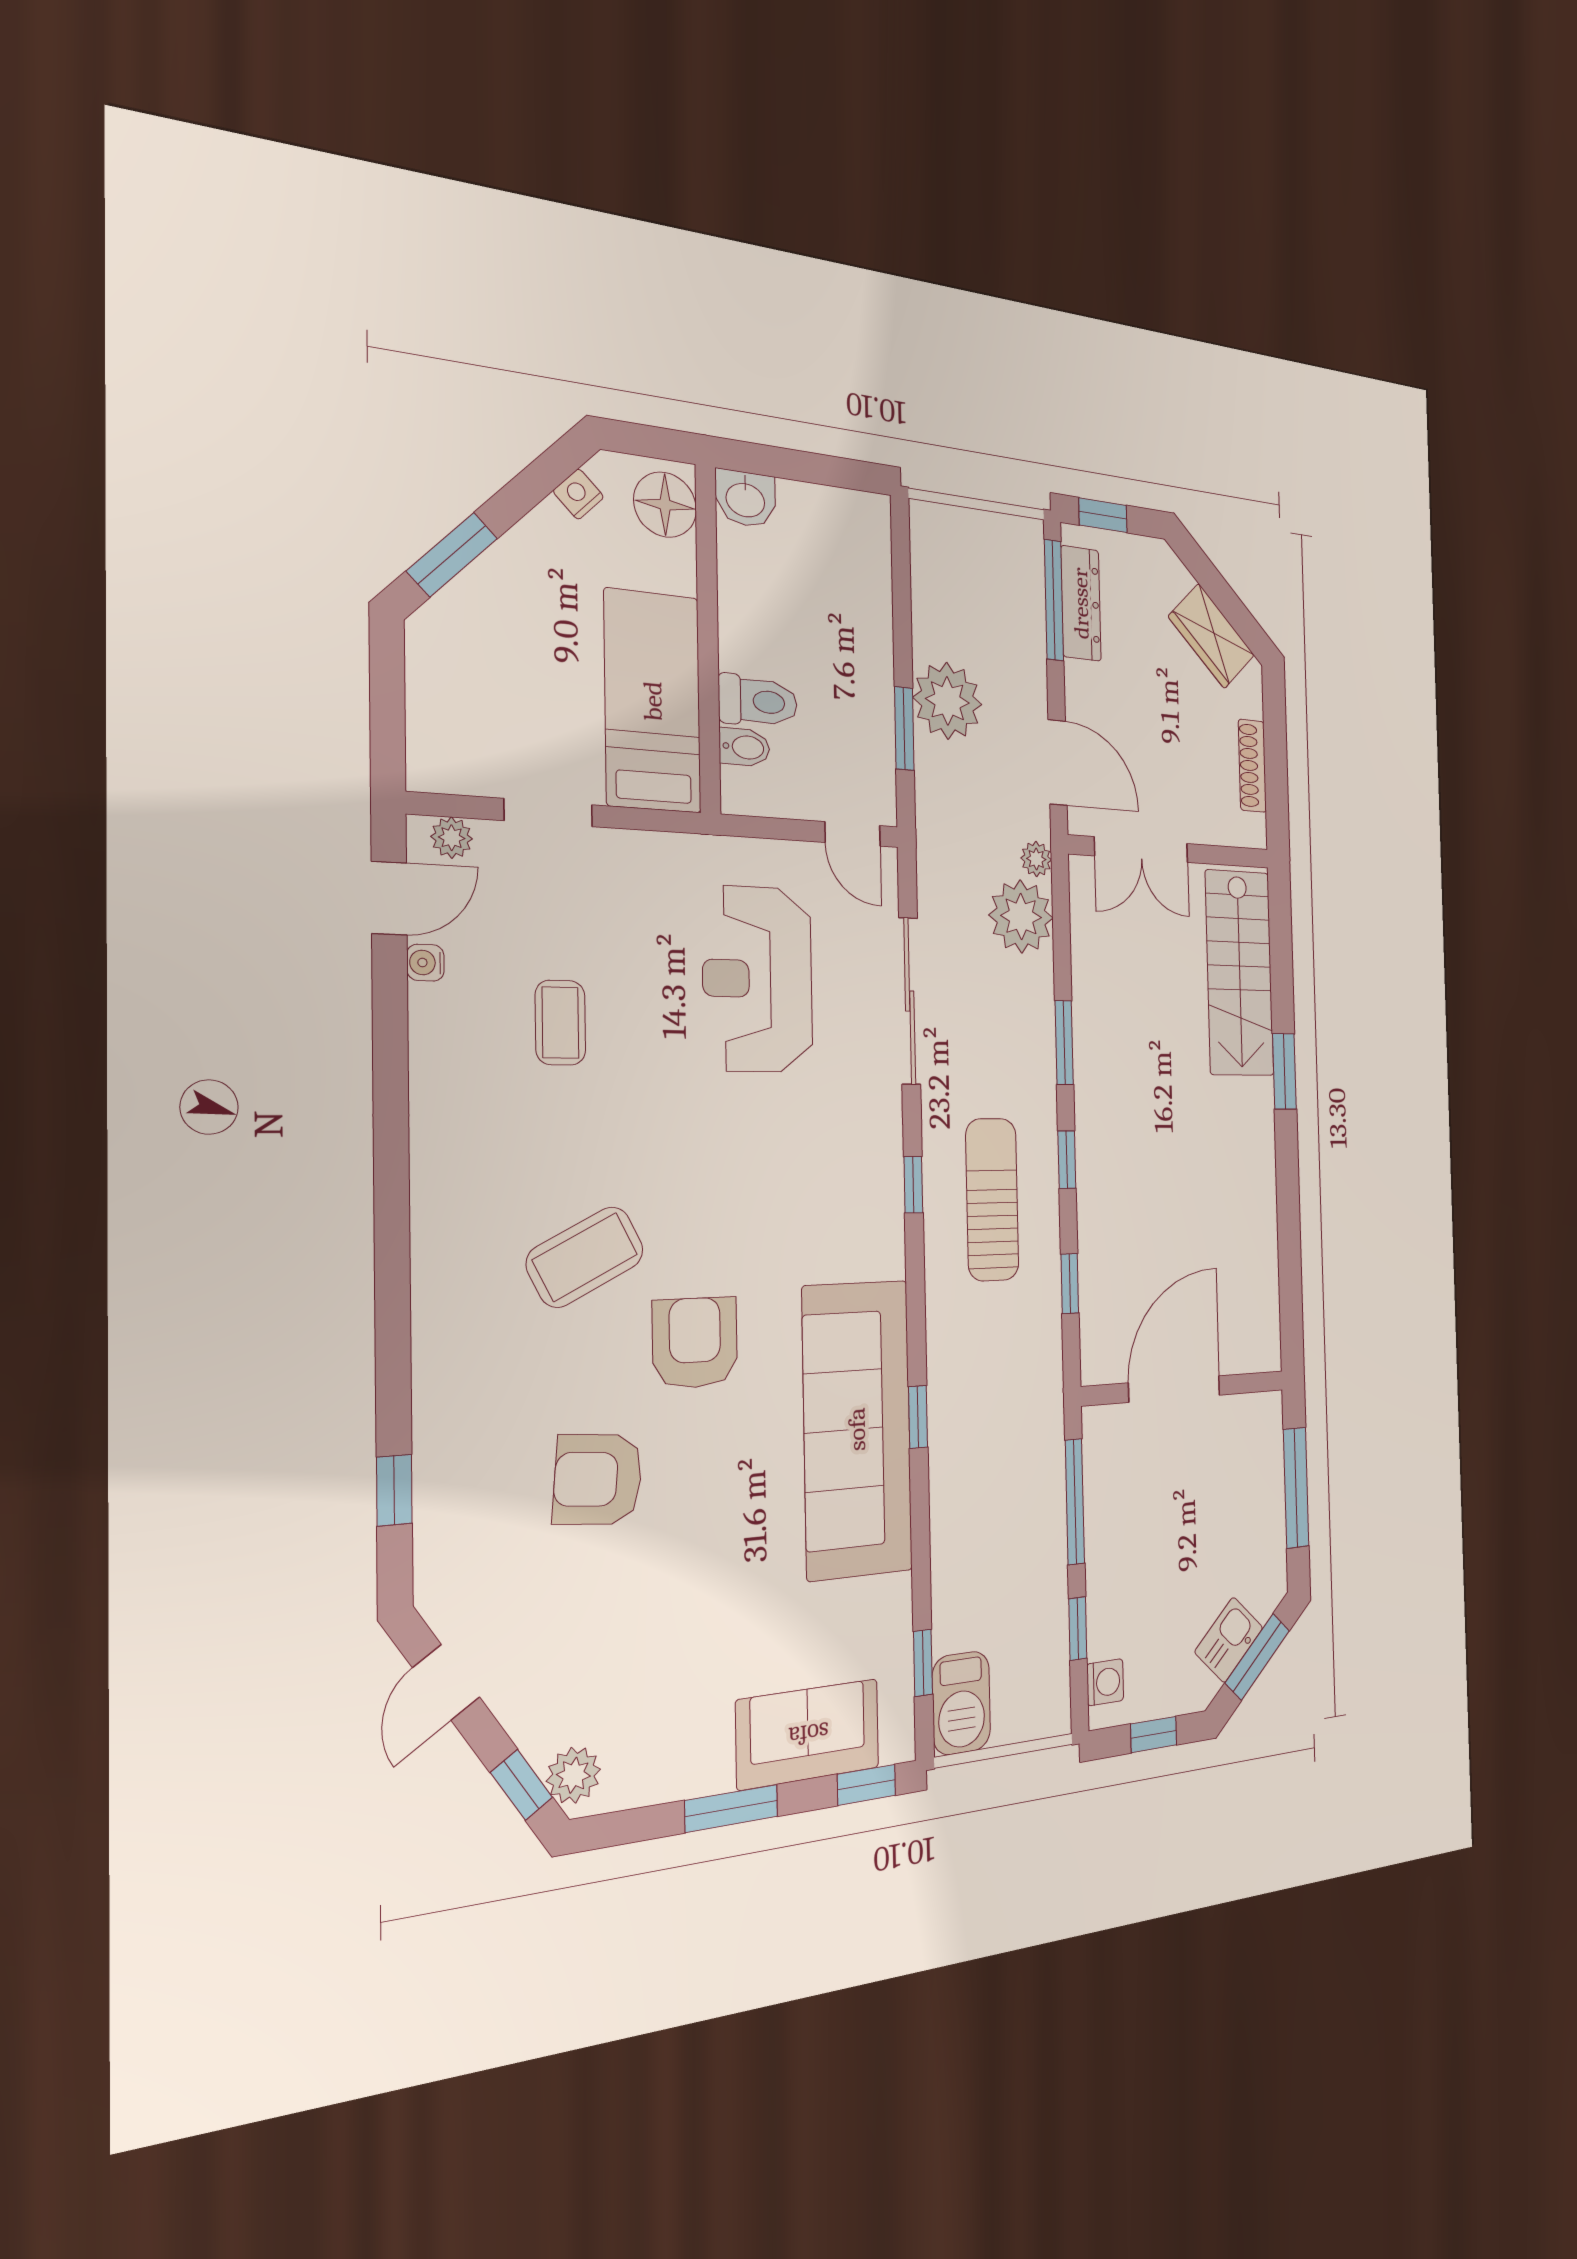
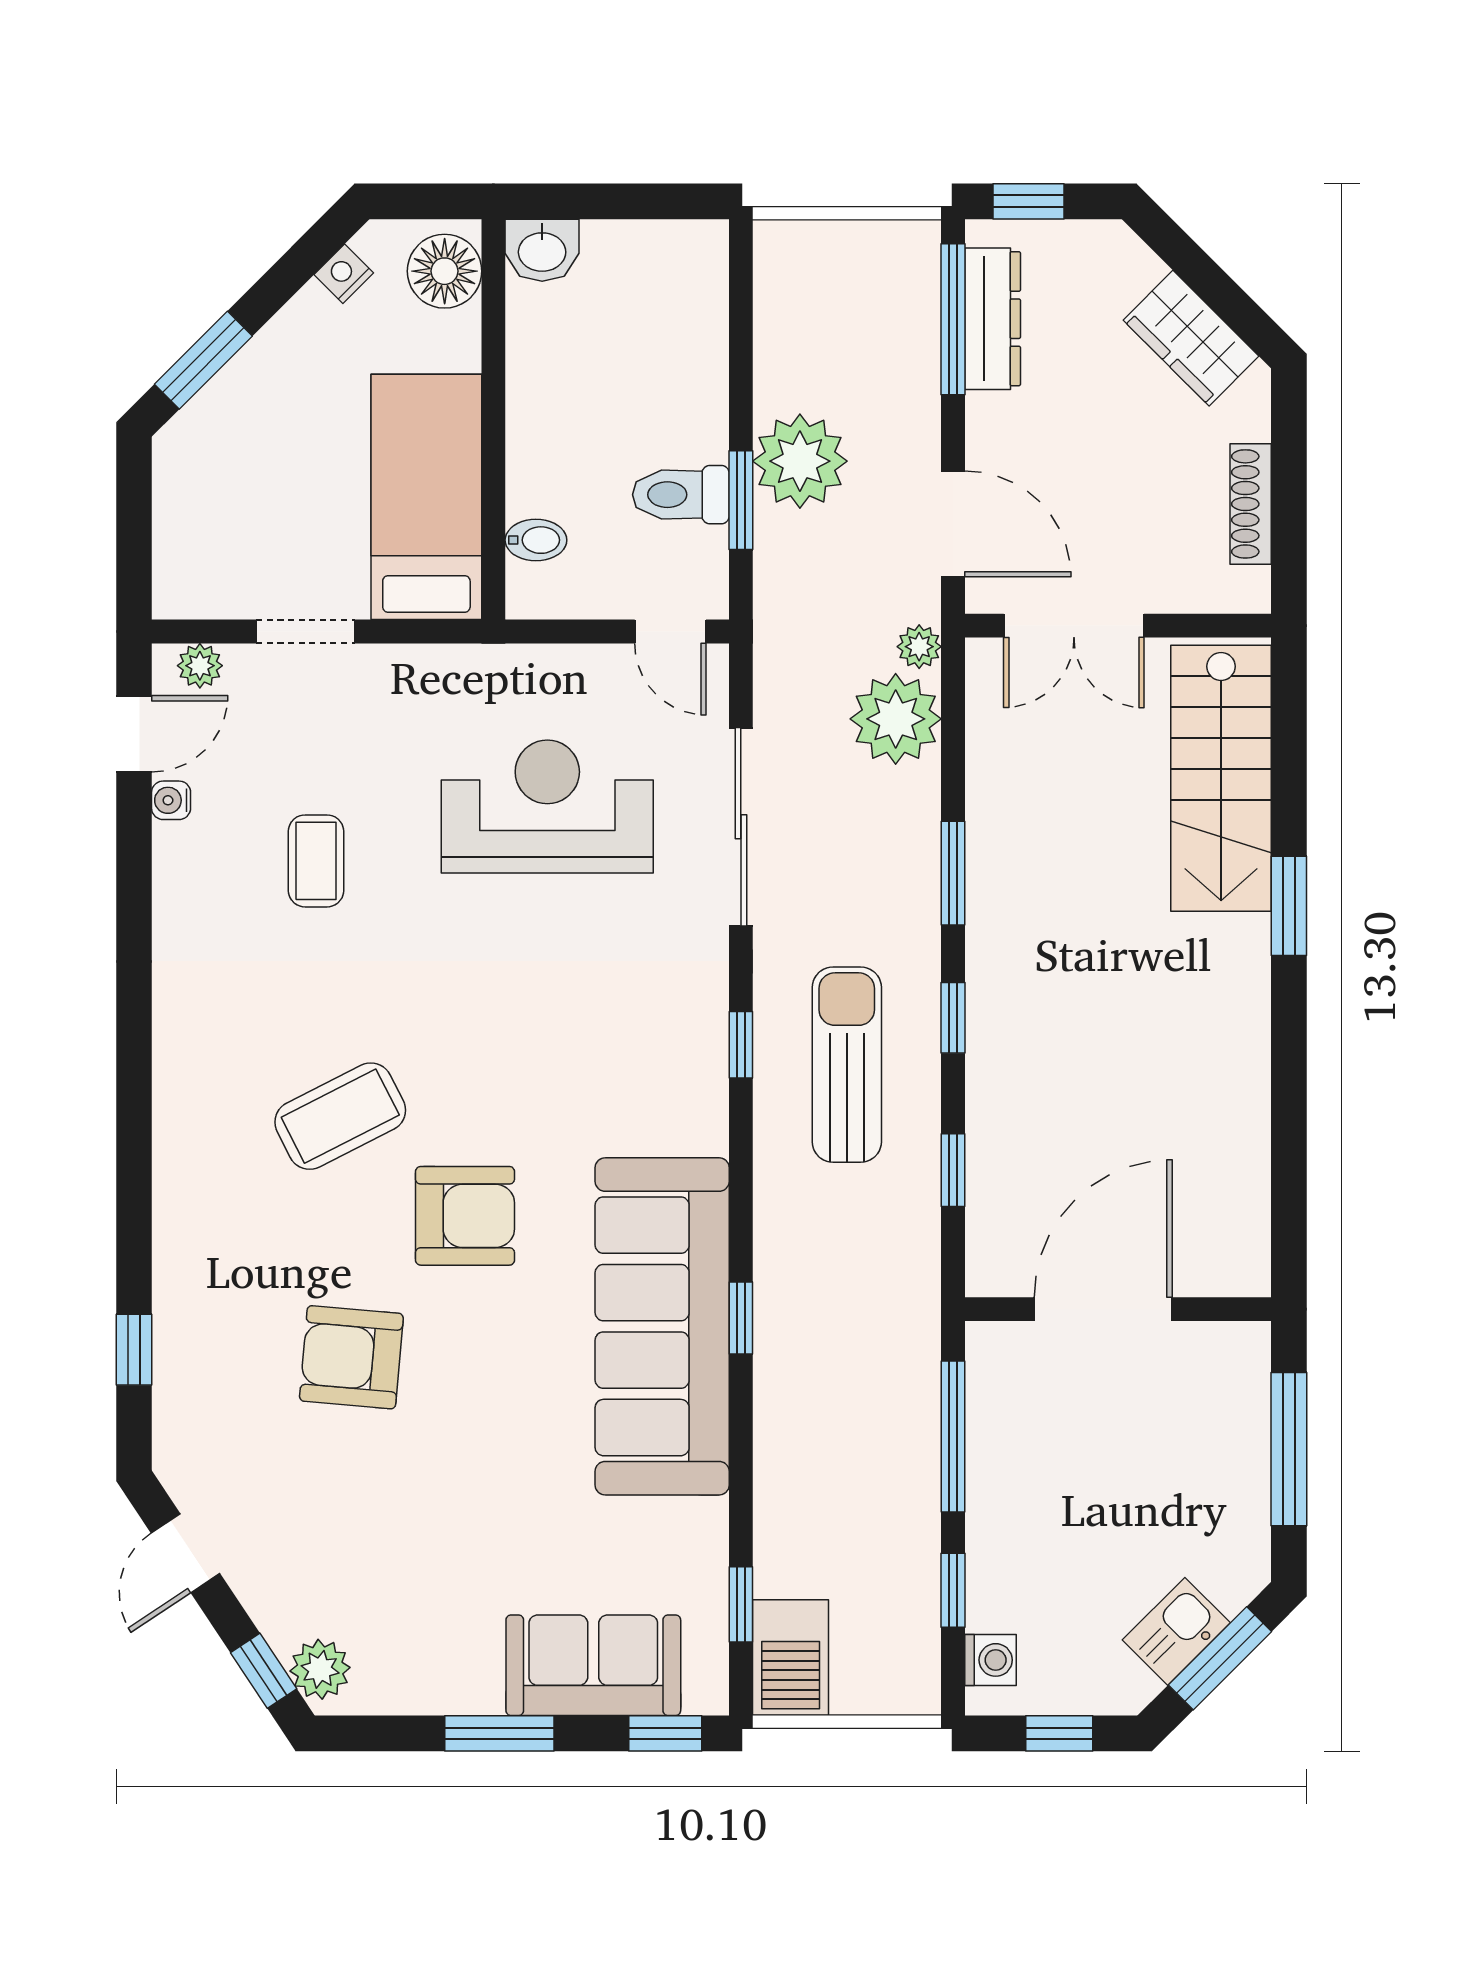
toilet: (758, 701) -> (681, 495), moved, turned 180
reception desk: (758, 979) -> (547, 807), turned 90
armchair: (695, 1343) -> (465, 1216), turned 90

